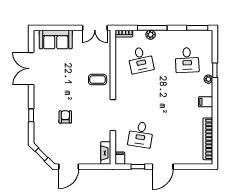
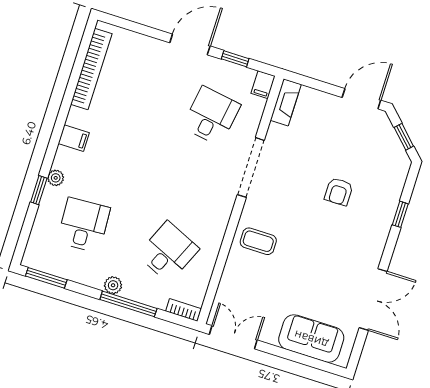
plant: (151, 35) -> (113, 285), moved
desk: (141, 60) -> (168, 252), turned 36

